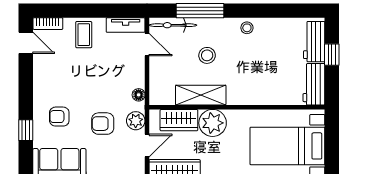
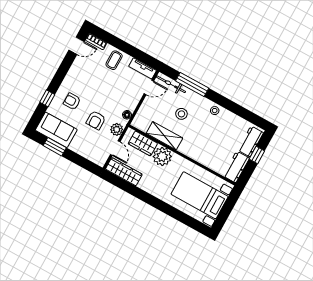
door: (26, 43) -> (76, 46), hinge flipped
door: (147, 45) -> (149, 87), hinge flipped
armchair: (103, 124) -> (96, 120), turned -90
door: (147, 146) -> (115, 148), hinge flipped

